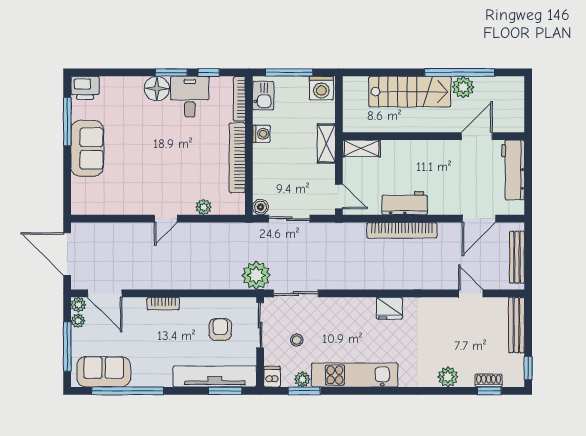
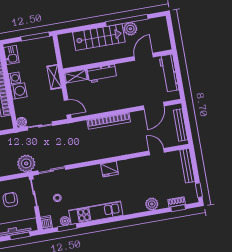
window: (289, 72) -> (35, 36), moved
washing machine: (321, 88) -> (19, 91), moved, turned -90
workbench: (405, 203) -> (102, 74), moved, turned 180

